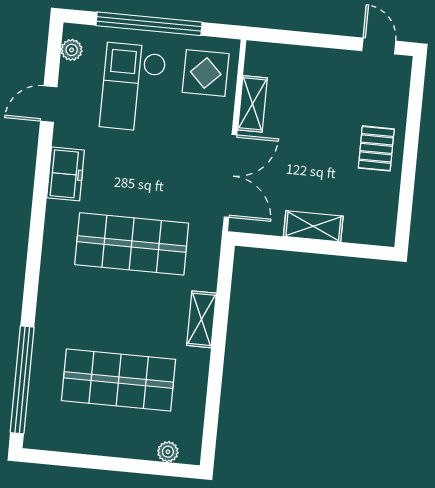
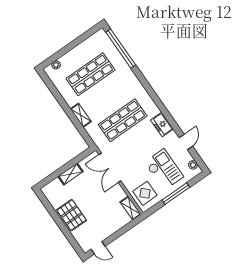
window: (149, 24) -> (176, 194), width x0.68
shelving: (253, 104) -> (130, 208), moved
pallet: (376, 148) -> (72, 215), width x1.50, depth x1.42

